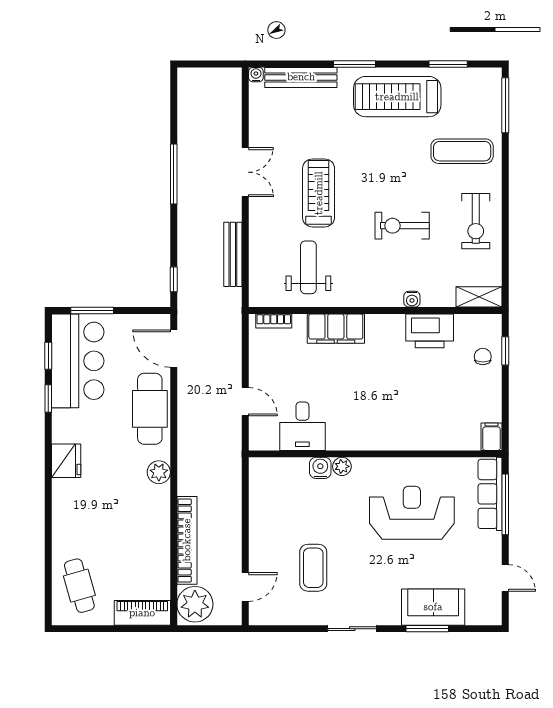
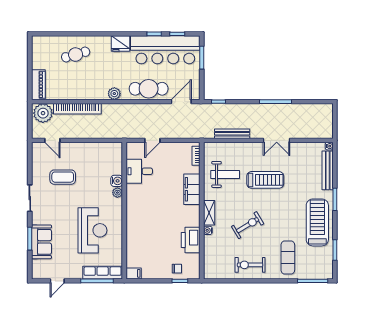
exercise bike: (402, 226) -> (248, 225), turned 59
shelving: (479, 297) -> (209, 213), moved
bar counter: (78, 361) -> (165, 50), width x1.36
cafe table: (79, 586) -> (76, 55), moved

